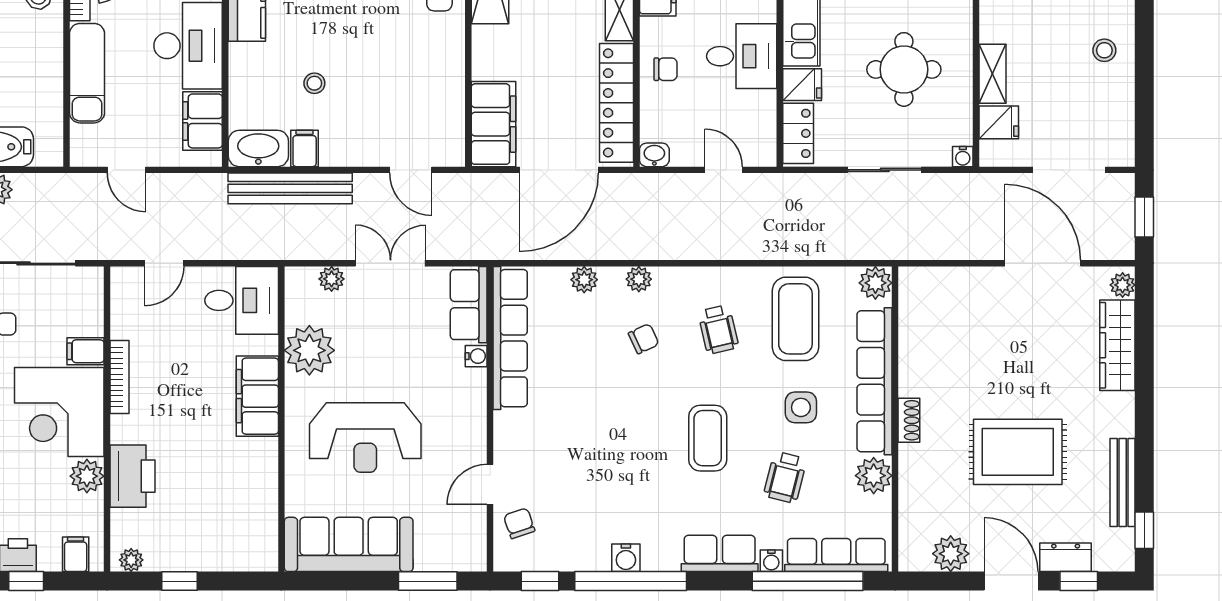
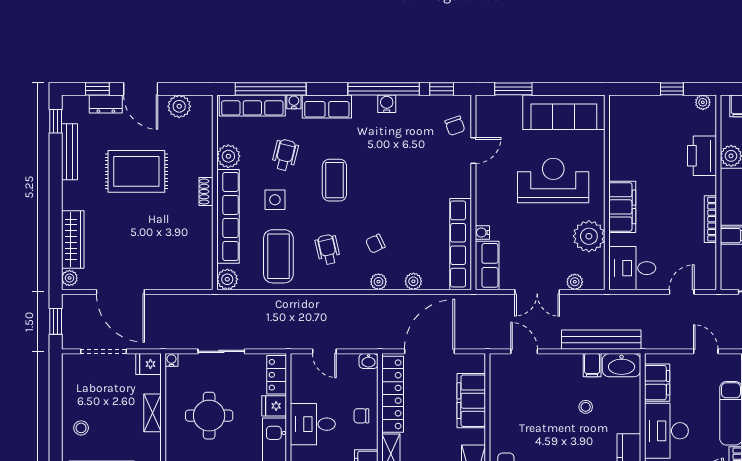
fridge: (999, 122) -> (148, 364), moved
filing cabinet: (494, 124) -> (471, 401), moved

